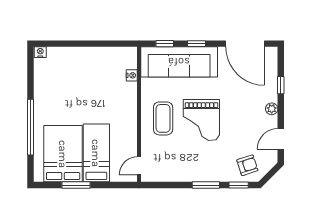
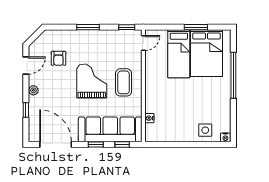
side table: (65, 61) -> (205, 130), added
armchair: (247, 165) -> (58, 58), moved, turned -72
window: (239, 185) -> (127, 27), moved

